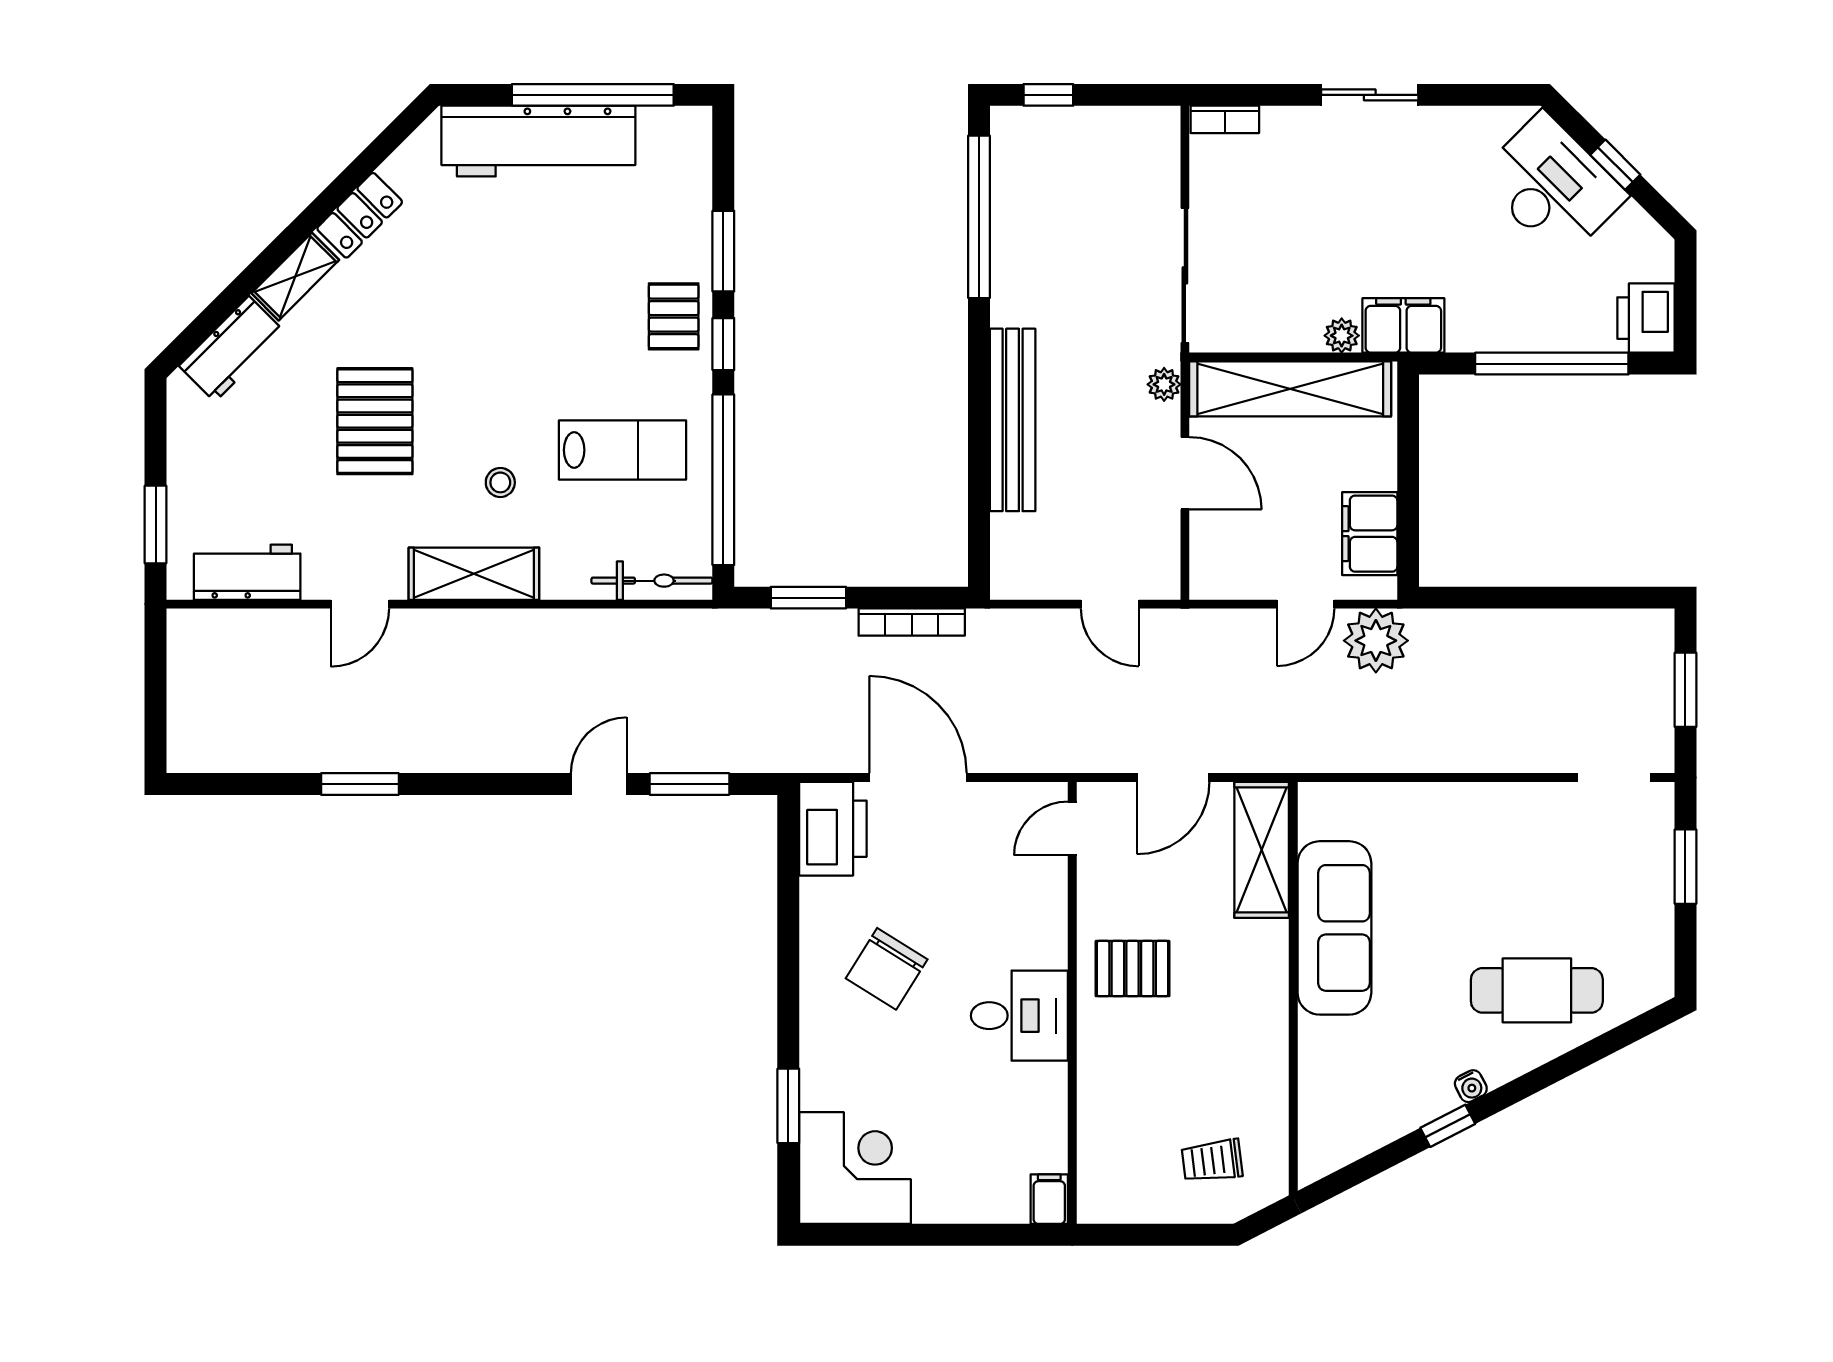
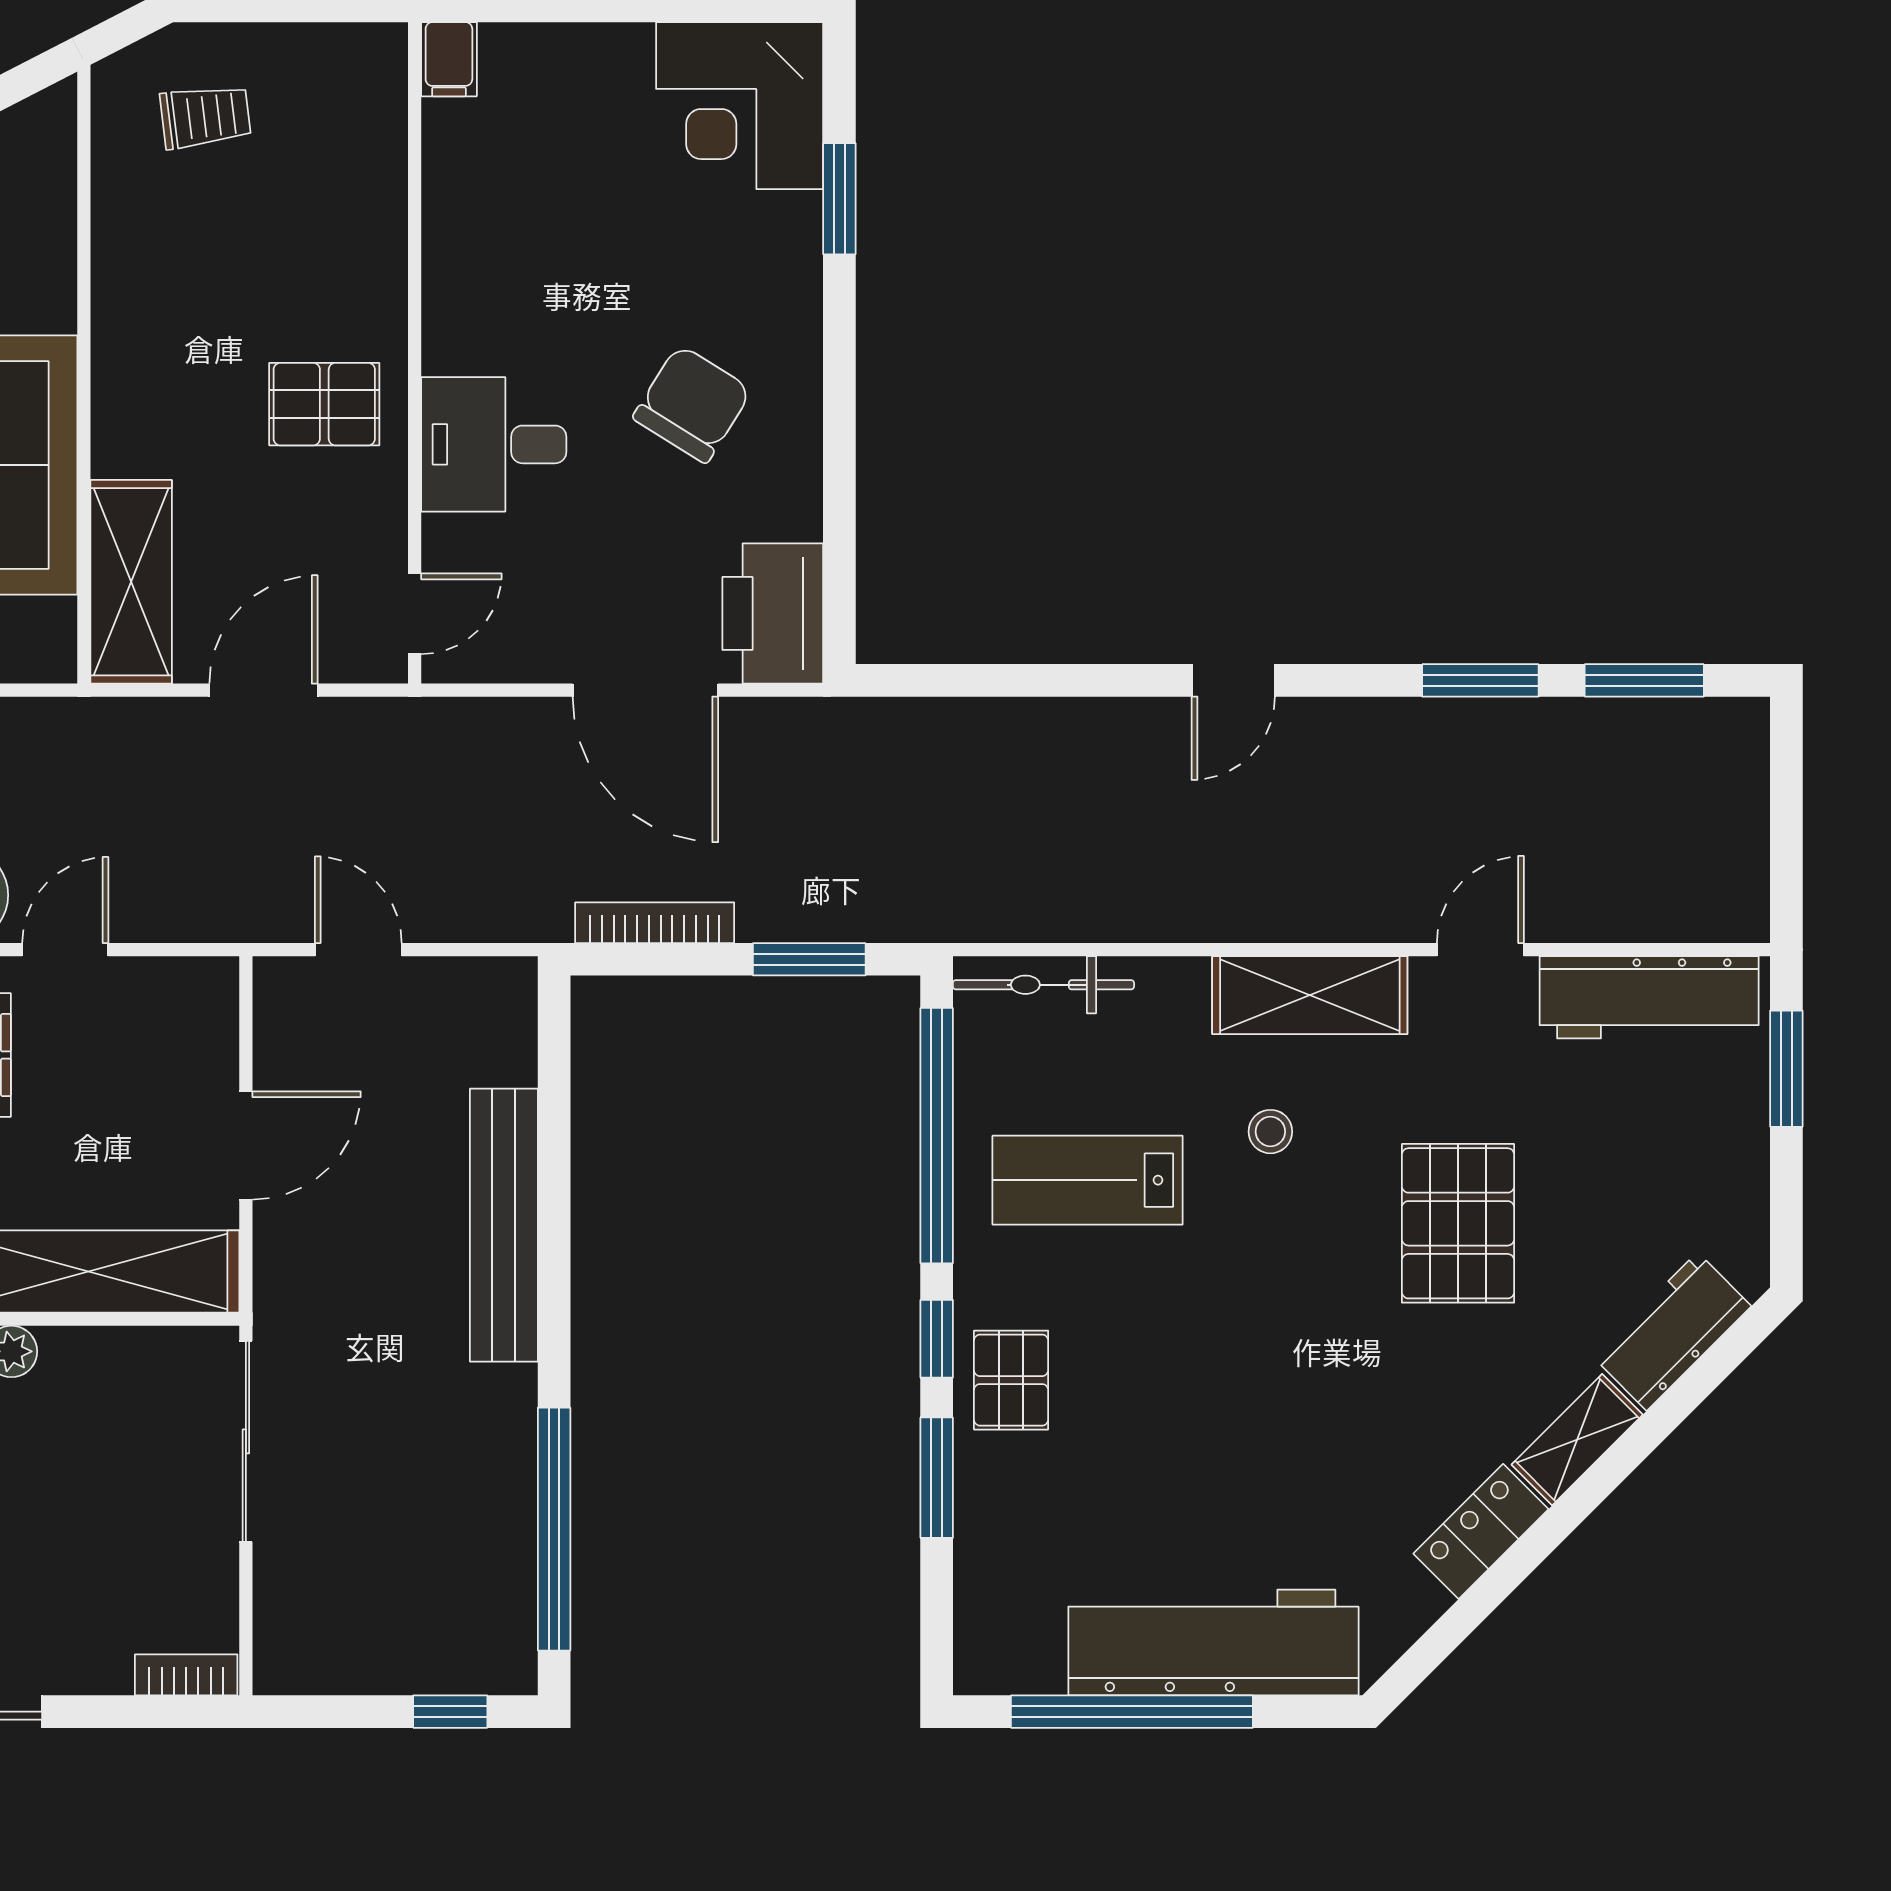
plant: (1164, 384) -> (277, 1278), removed
door: (1185, 473) -> (246, 1145), swing flipped
workbench: (247, 572) -> (1649, 997), width x1.37
door: (599, 784) -> (1233, 680), moved
window: (690, 784) -> (1644, 680), moved
desk: (1019, 1016) -> (494, 444), moved

